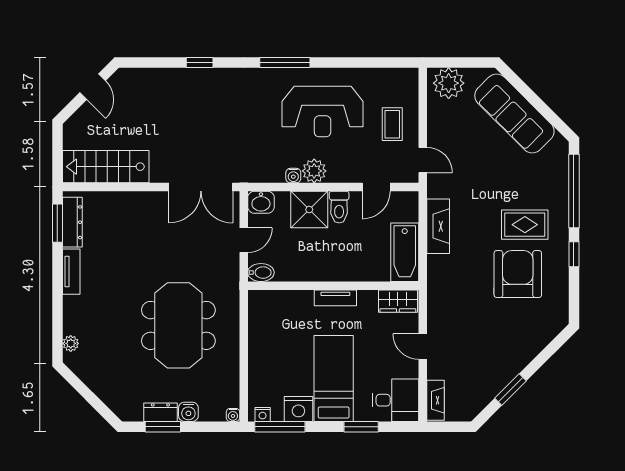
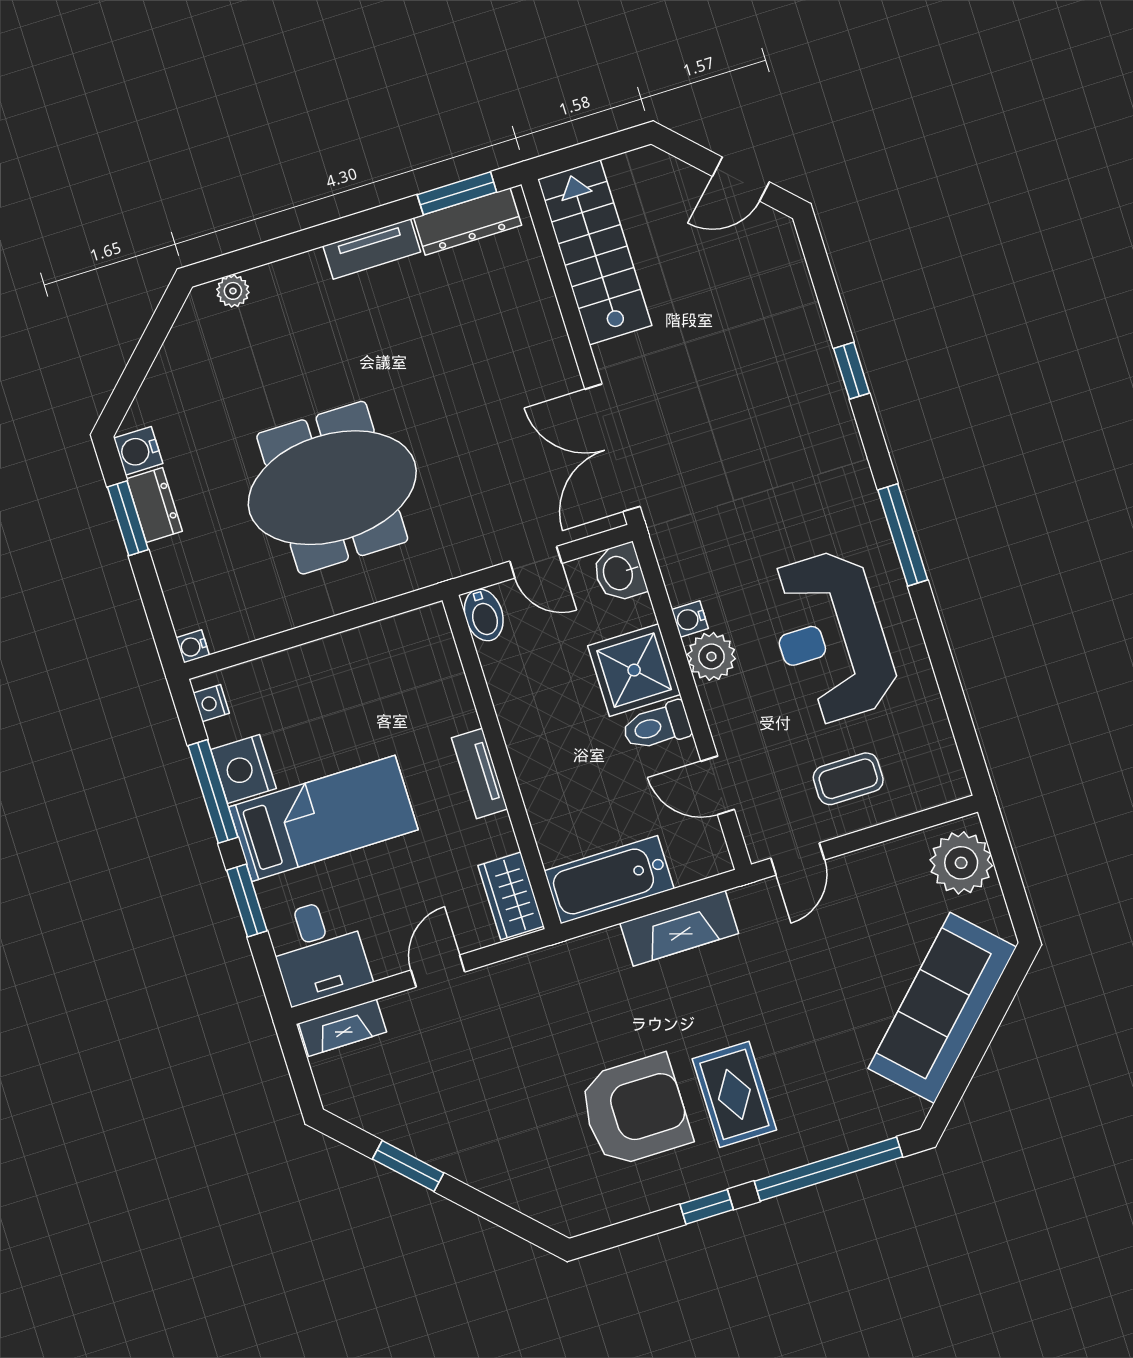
water cooler: (188, 412) -> (138, 451), moved
window: (280, 427) -> (213, 791), moved

